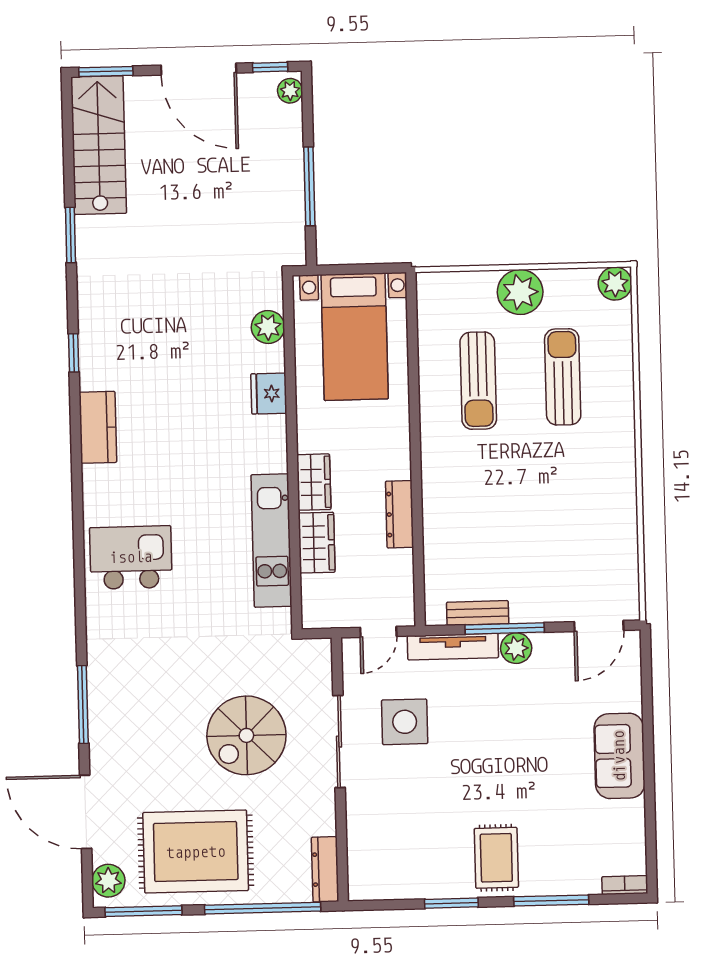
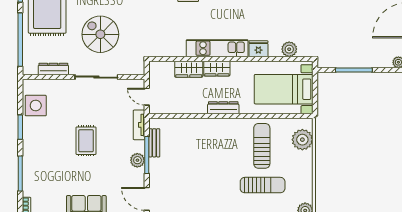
plant: (520, 292) -> (302, 140), moved
sun lounger: (478, 381) -> (262, 146), turned 90
dresser: (399, 514) -> (223, 108), moved
kitchen unit: (271, 541) -> (217, 48), moved
tv unit: (453, 647) -> (139, 125), width x0.71
side table: (405, 722) -> (36, 106), moved
rug: (496, 858) -> (86, 141), moved, turned 90
dresser: (325, 869) -> (53, 69), moved

